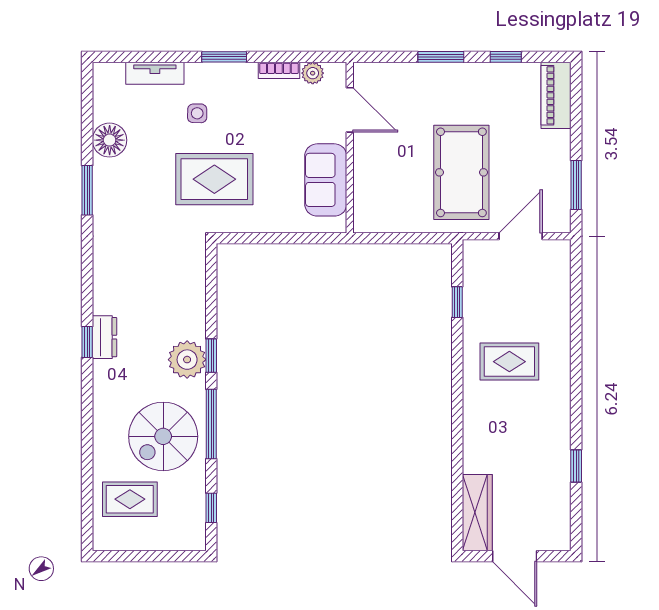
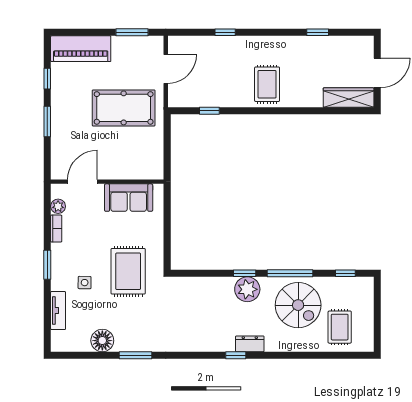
piano: (556, 95) -> (81, 49), width x1.37, depth x1.33
door: (521, 236) -> (166, 69), swing flipped
window: (576, 326) -> (225, 32), added
dresser: (104, 337) -> (250, 344), moved
rug: (509, 362) -> (267, 84), moved

